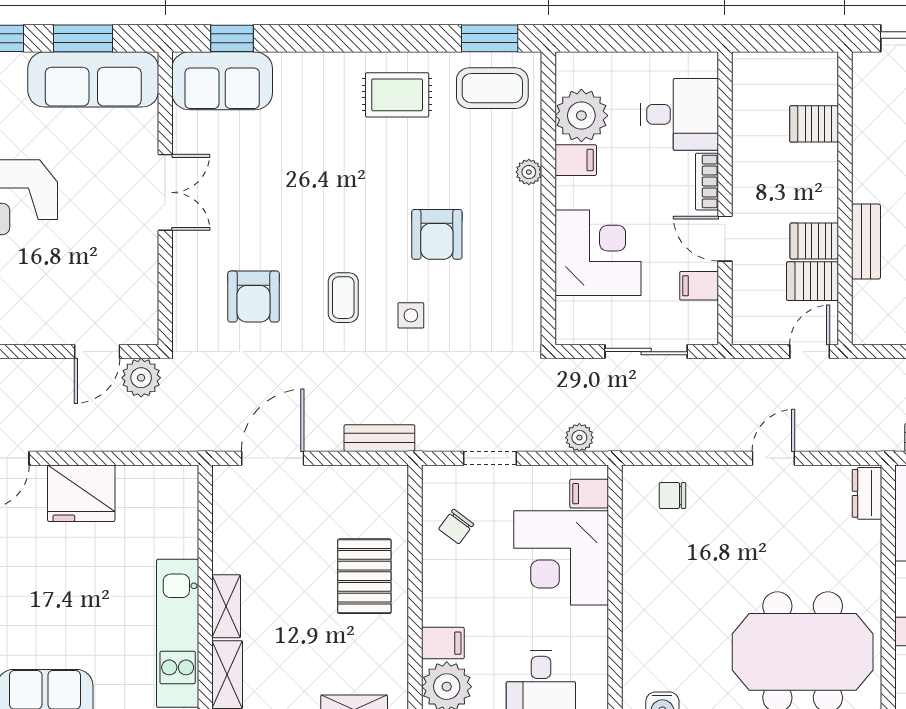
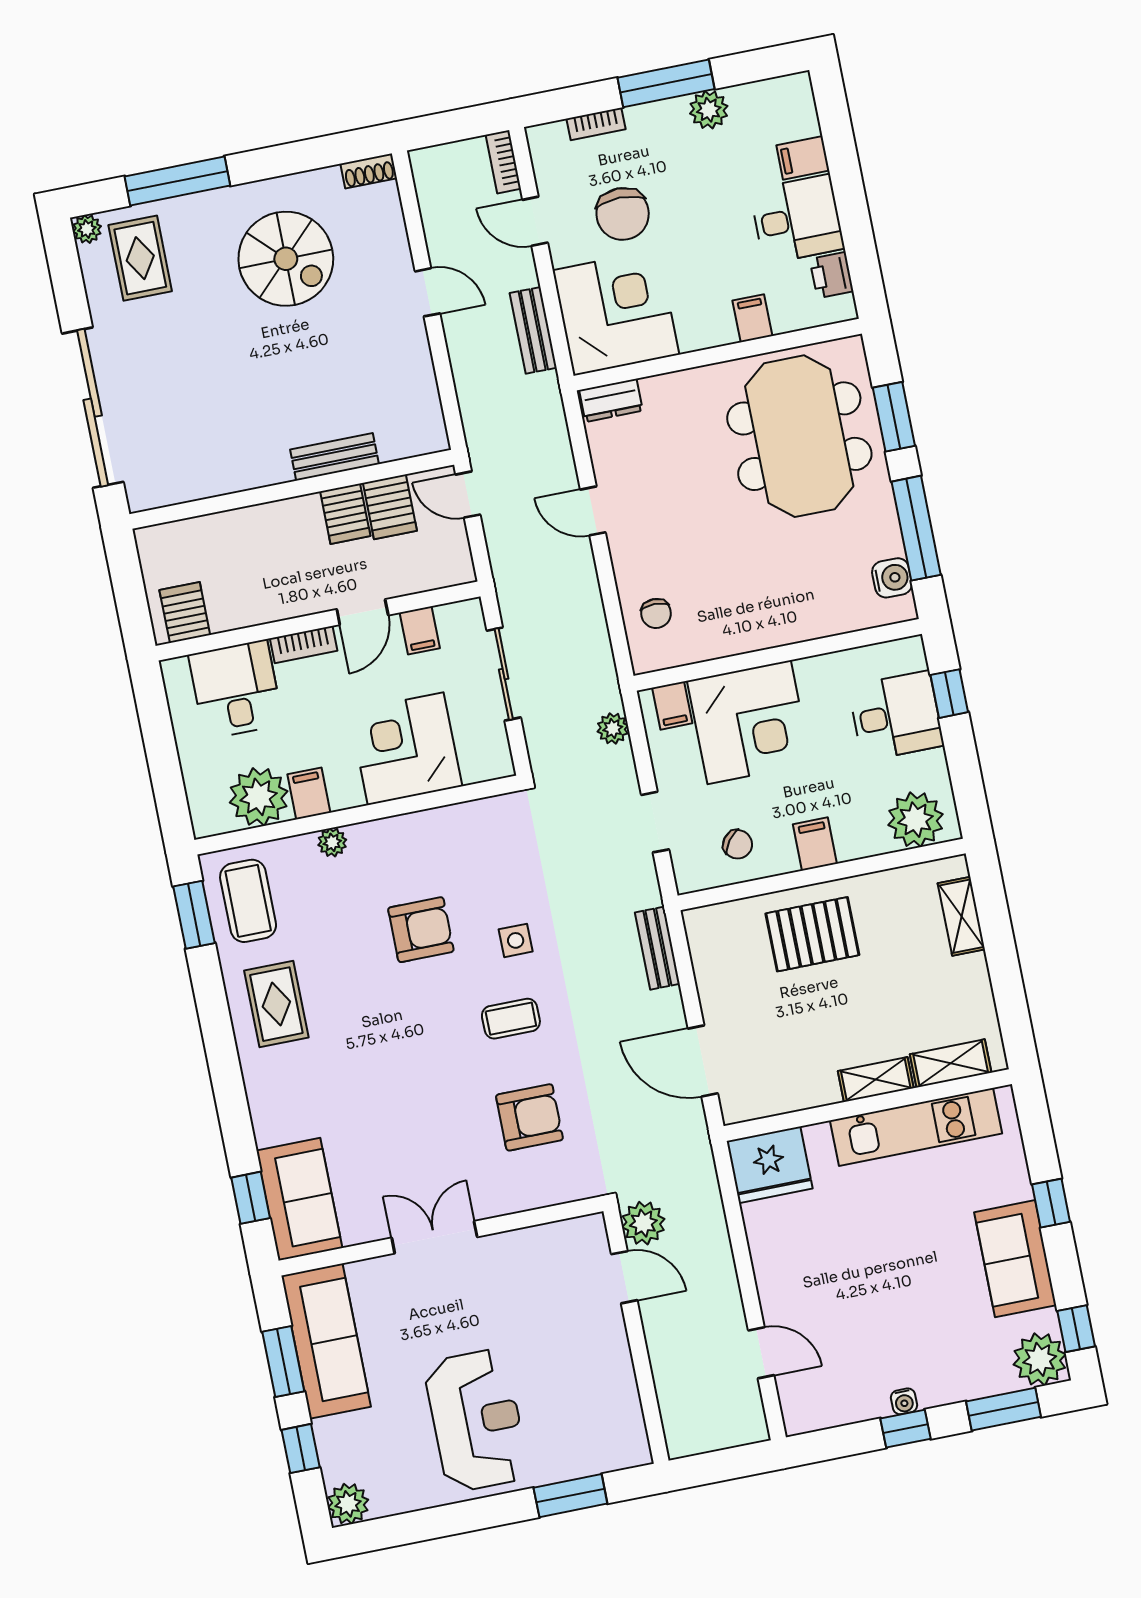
server rack: (814, 124) -> (185, 612), moved, turned 180
fridge: (81, 493) -> (769, 1165), moved, turned 90
filing cabinet: (443, 643) -> (815, 844), moved

